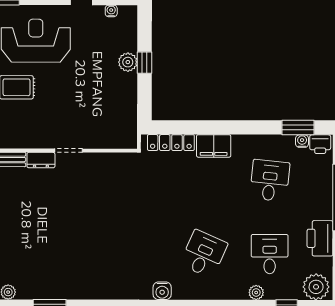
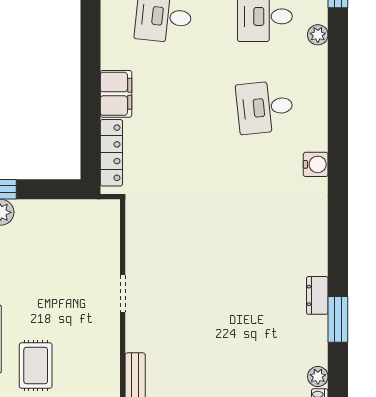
dresser: (41, 160) -> (317, 295), moved, turned 180
desk: (204, 254) -> (265, 107), turned -30

